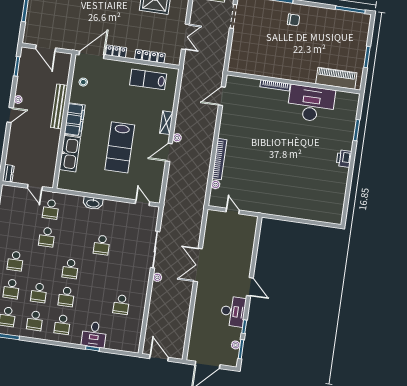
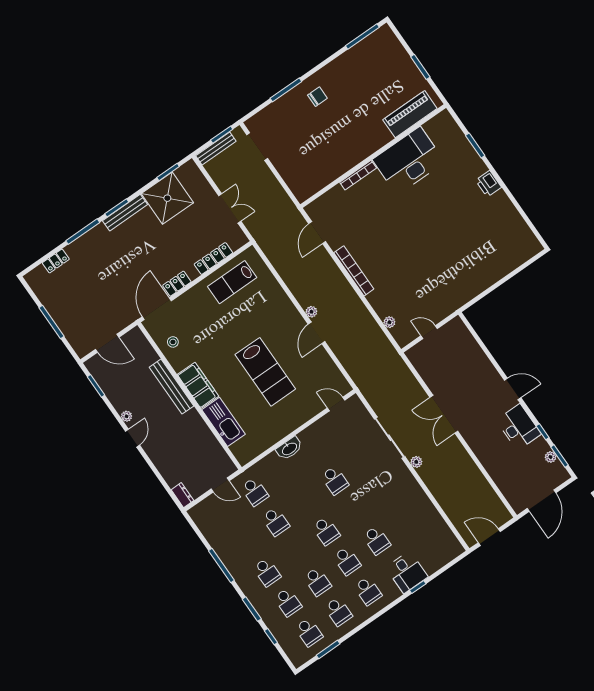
shelving: (166, 123) -> (288, 307), removed
bookcase: (219, 159) -> (354, 271), moved
school desk: (121, 305) -> (377, 540), moved

